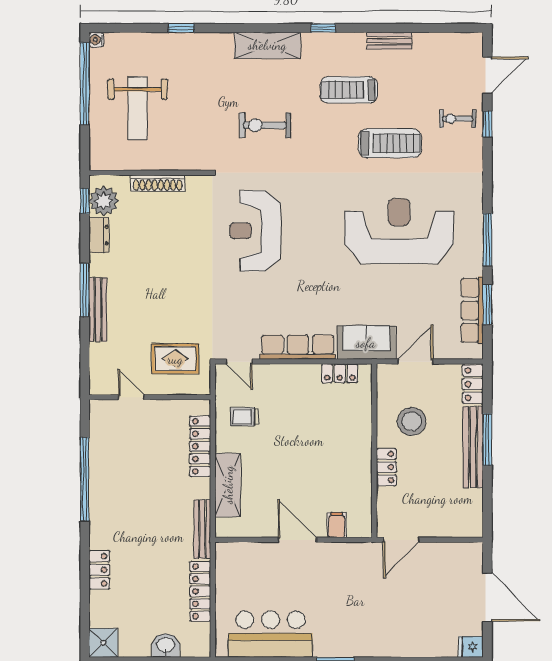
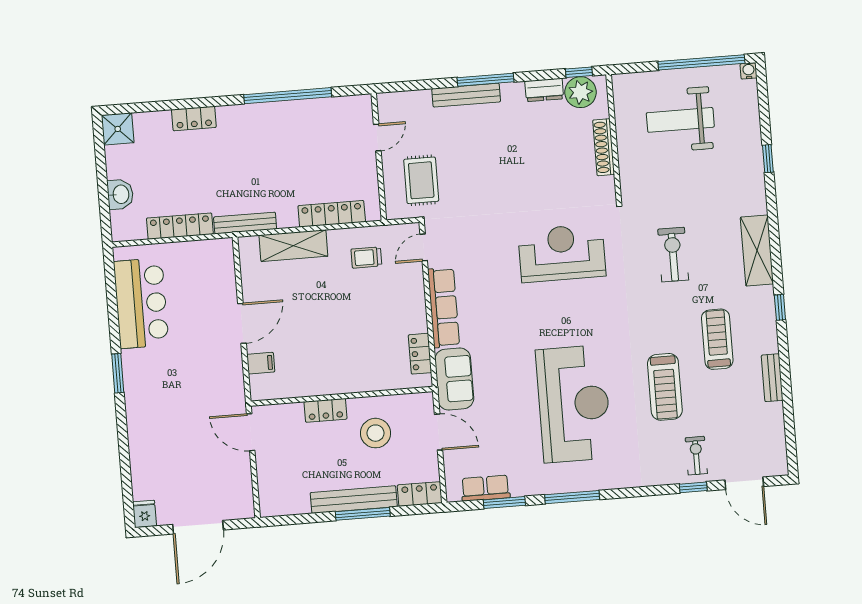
row of seats: (472, 310) -> (485, 488), width x0.68
trolley: (244, 417) -> (366, 257), turned -90

